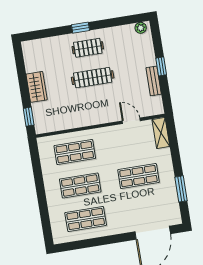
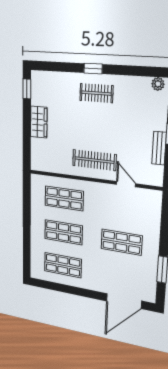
clothes rail: (93, 78) -> (94, 160), moved
window: (29, 117) -> (27, 89), moved
shelving: (161, 133) -> (154, 206), removed

